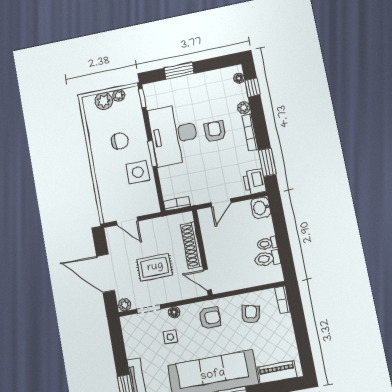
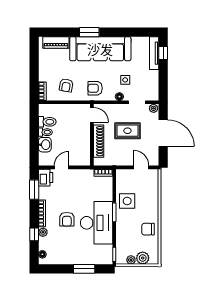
window: (252, 87) -> (34, 234), moved
chair: (120, 141) -> (148, 229), moved
door: (221, 203) -> (61, 167), moved
washbasin: (261, 208) -> (45, 145), moved

